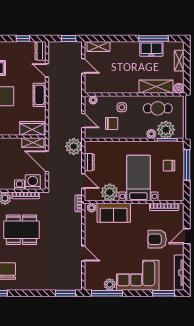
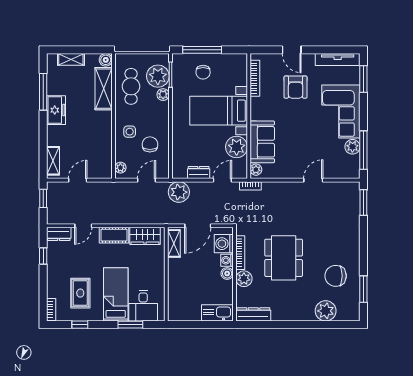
freezer: (151, 49) -> (56, 110), moved
wardrobe: (32, 128) -> (145, 236), moved, turned -90
boiler: (9, 185) -> (227, 273), added

